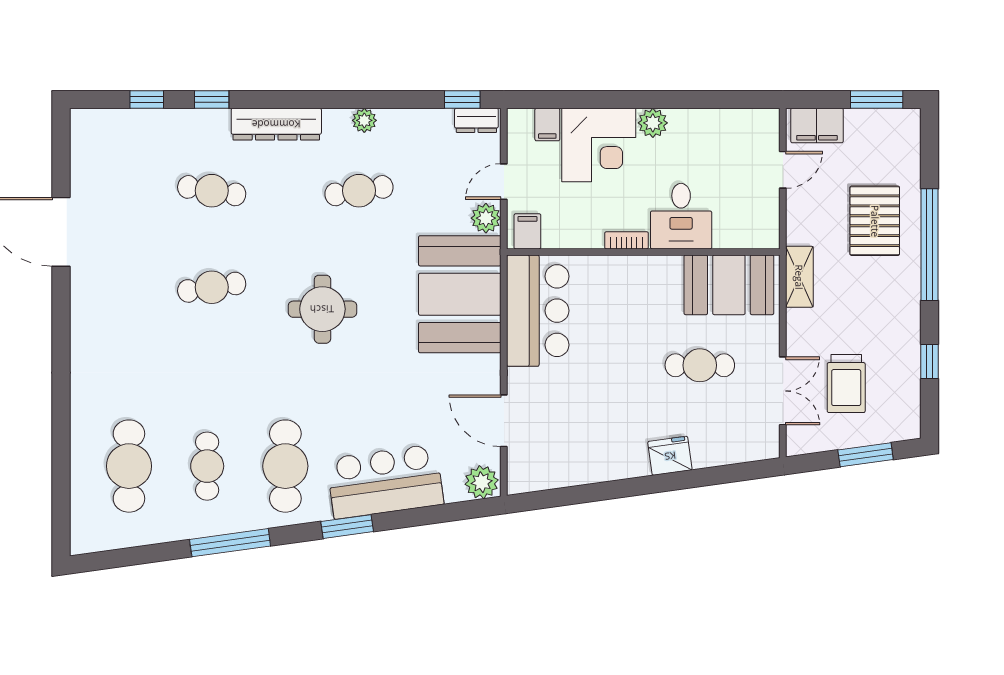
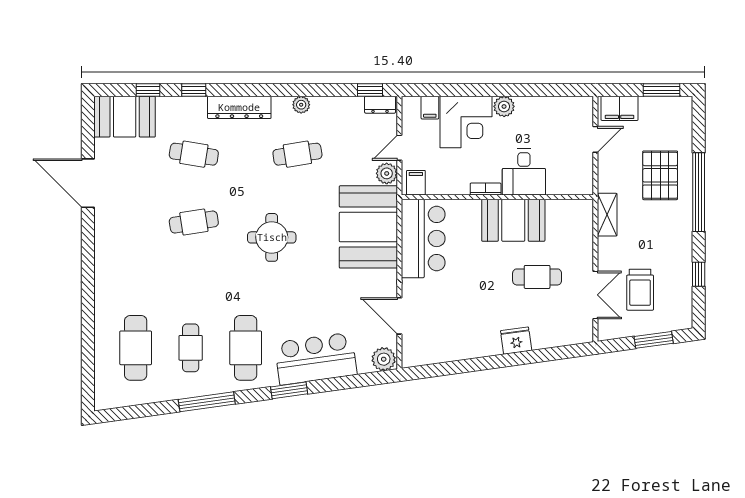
booth: (113, 137) -> (125, 117), added
booth: (729, 285) -> (513, 220), moved

